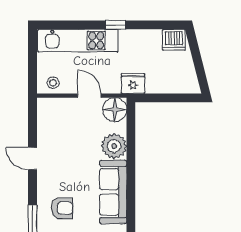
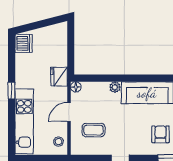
floor lamp: (115, 110) -> (76, 87), width x0.53, depth x0.53
coffee table: (67, 126) -> (93, 130), added
plant: (114, 146) -> (115, 87), width x0.53, depth x0.53

